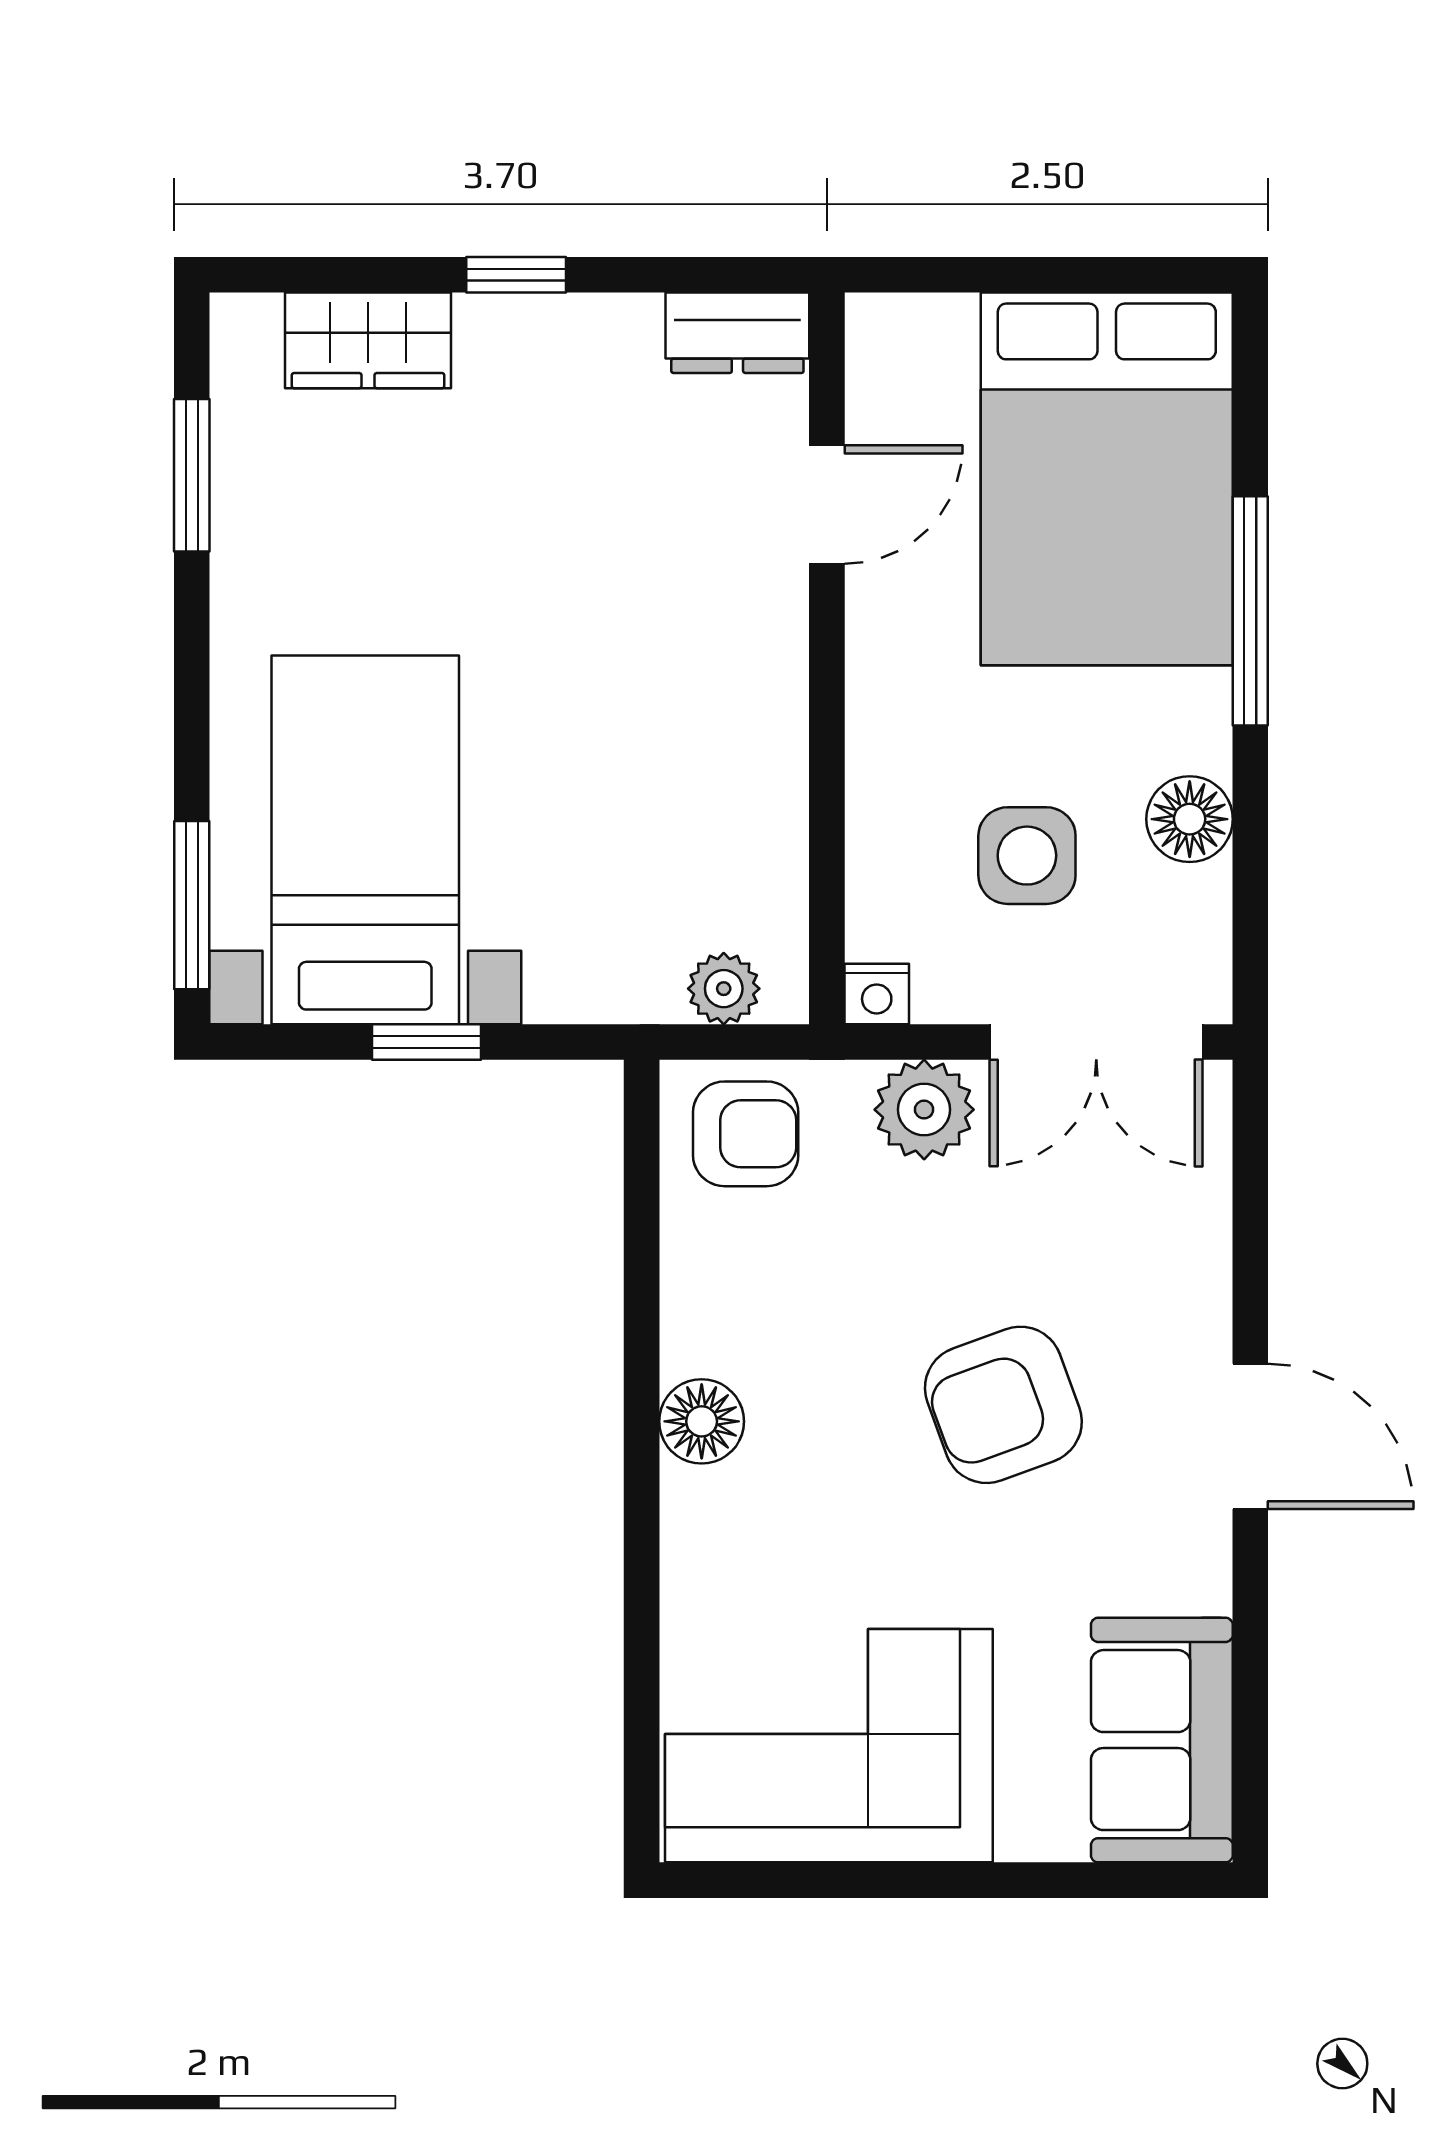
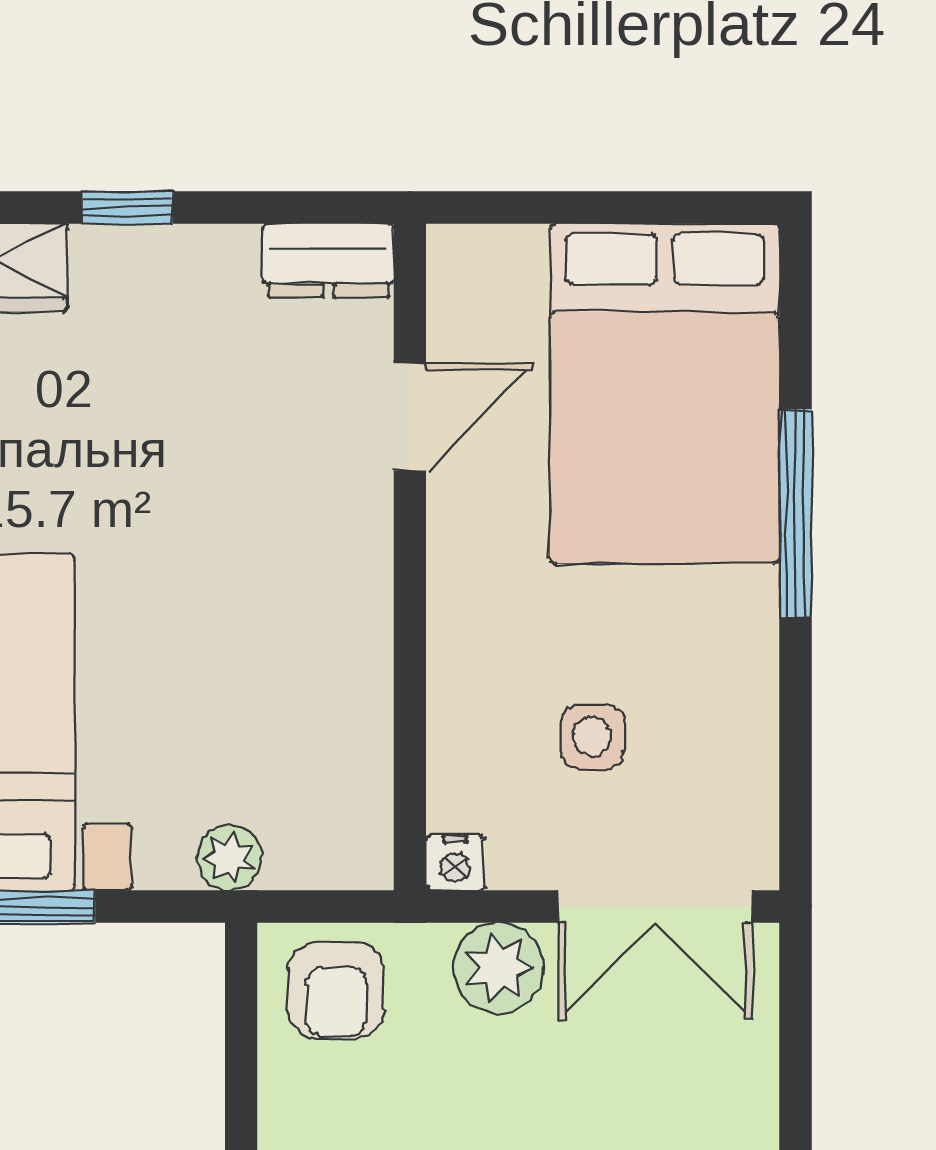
floor lamp: (1190, 819) -> (740, 703), removed
side table: (1027, 856) -> (592, 737), width x0.73, depth x0.73
plant: (724, 989) -> (229, 858), moved
armchair: (746, 1134) -> (336, 990), turned 90

